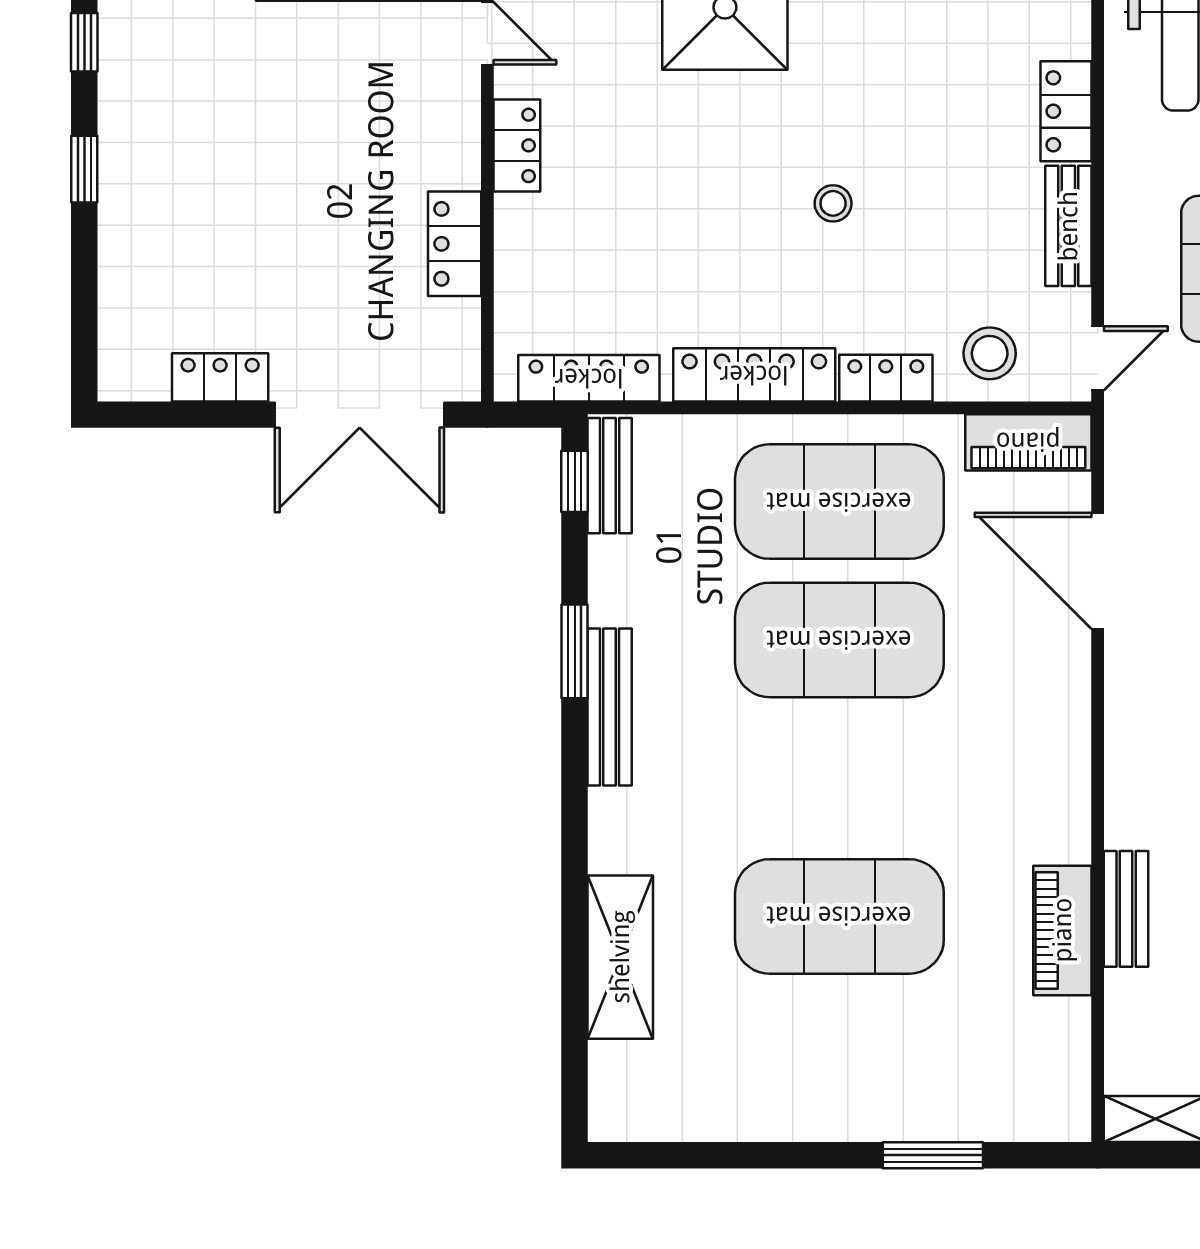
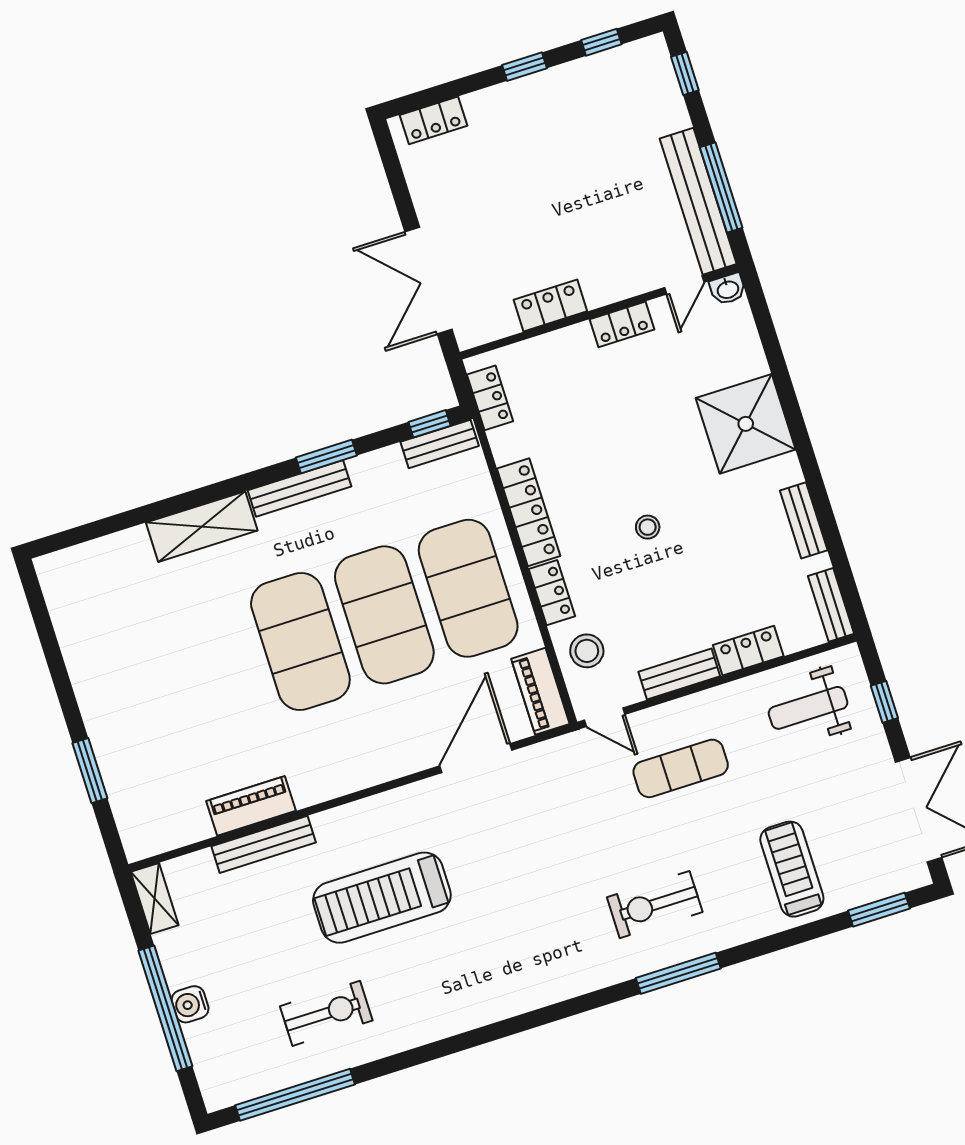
locker: (220, 377) -> (433, 120), moved, turned 90
locker: (589, 378) -> (490, 398), width x0.66
bench: (1126, 909) -> (264, 844), width x1.36
exercise mat: (839, 916) -> (300, 641), moved
shelving: (620, 957) -> (202, 527), moved

